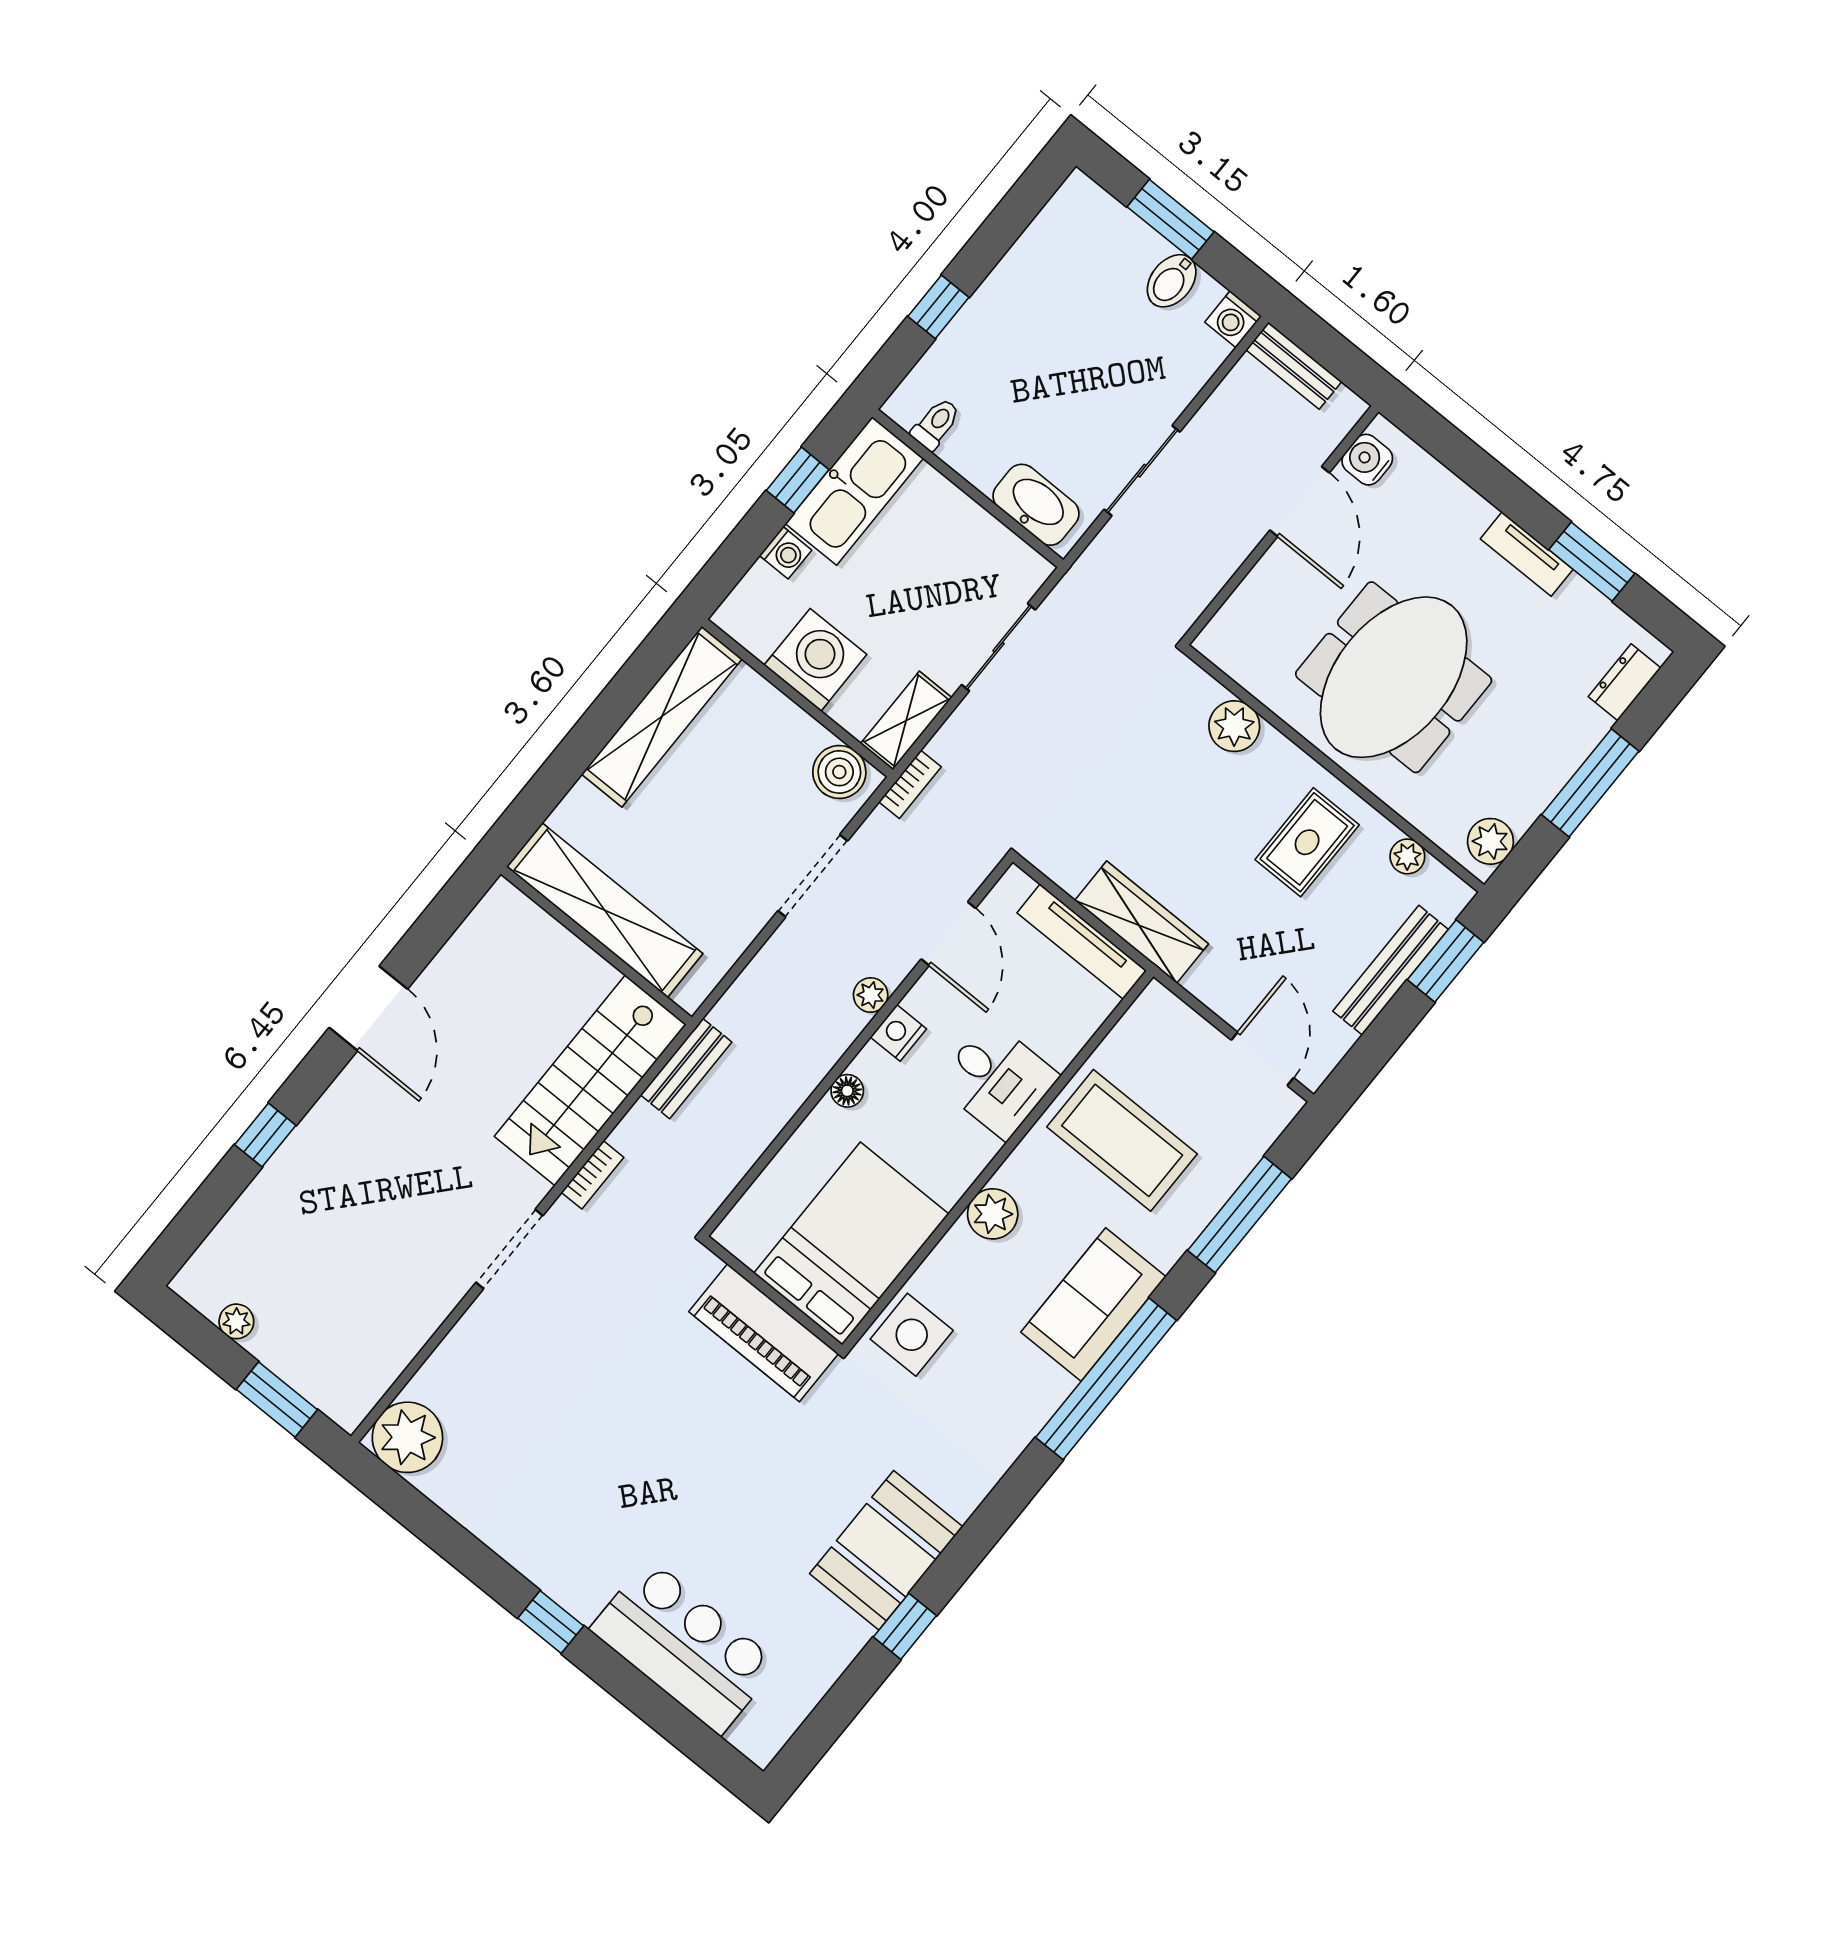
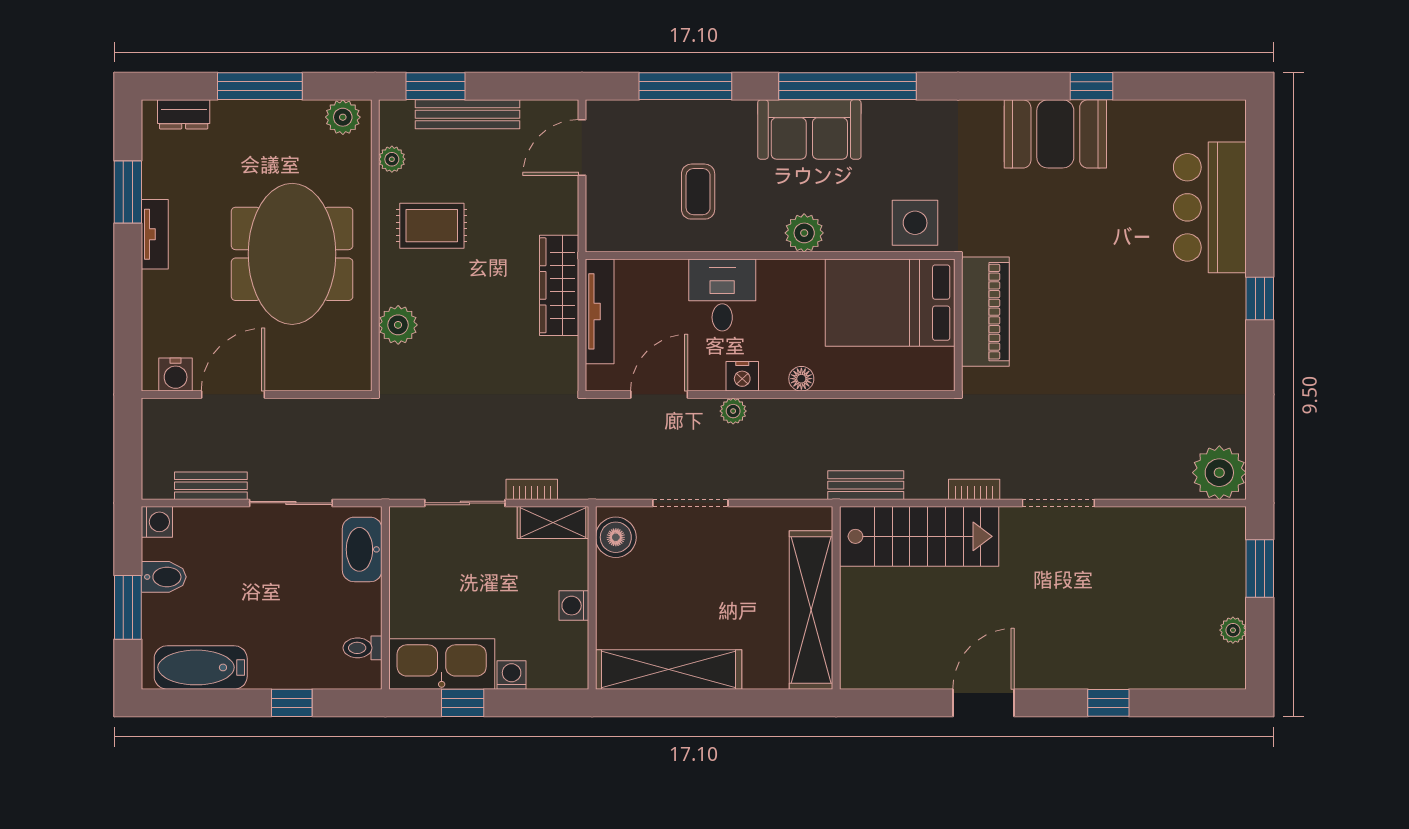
bathtub: (1049, 244) -> (201, 667), added
bench: (1294, 366) -> (211, 486), moved, turned 90
washing machine: (815, 660) -> (574, 606), width x0.53, depth x0.53
meeting table: (1394, 677) -> (292, 254), turned 90
bookcase: (910, 784) -> (532, 489), moved
coffee table: (1122, 1140) -> (698, 192), width x0.54, depth x0.58

